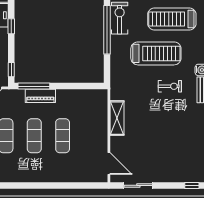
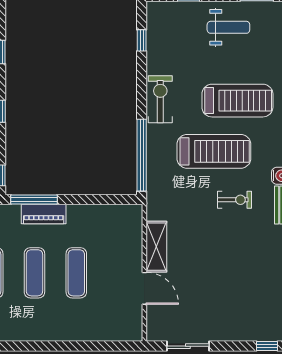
treadmill: (172, 19) -> (237, 101), turned 180
window: (107, 30) -> (142, 155), moved
door: (109, 163) -> (144, 288), moved

